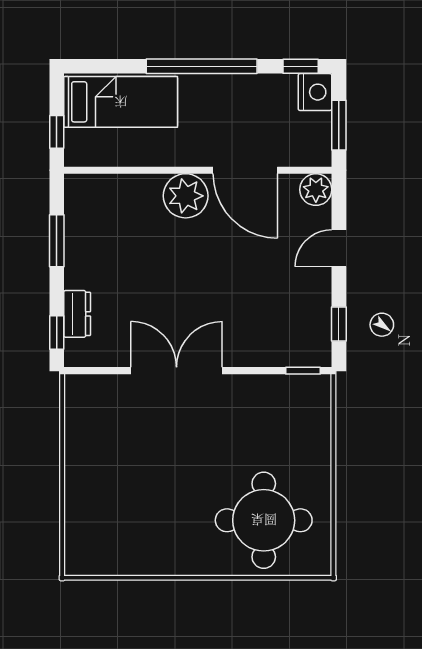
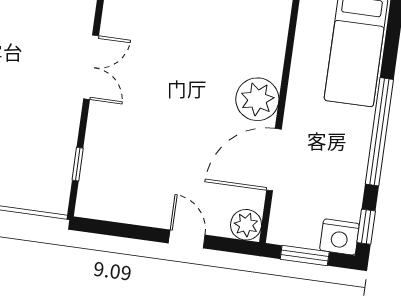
window: (339, 324) -> (114, 229), removed
double door: (177, 371) -> (91, 67), width x0.73
window: (303, 371) -> (78, 164), moved

